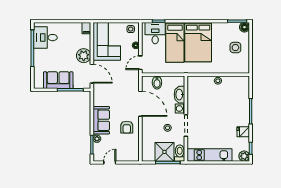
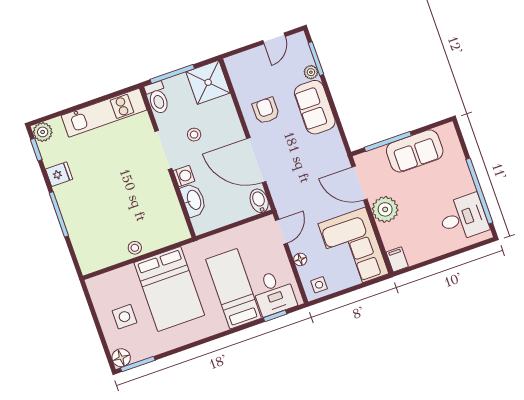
bed: (198, 42) -> (169, 289), moved, turned 180
bidet: (157, 82) -> (259, 201), moved
shower: (164, 152) -> (208, 82), moved

